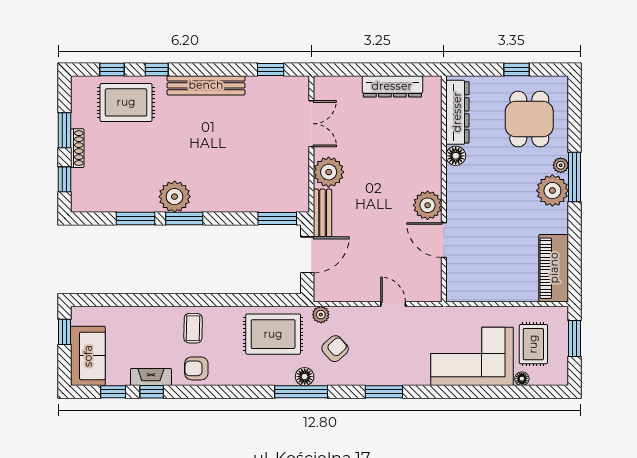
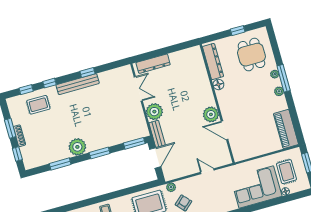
window: (271, 70) -> (88, 72), moved
dresser: (392, 86) -> (153, 64), moved
rug: (126, 102) -> (38, 105), width x0.73, depth x0.70
plant: (552, 191) -> (279, 91), width x0.53, depth x0.53
window: (184, 218) -> (100, 153), moved

